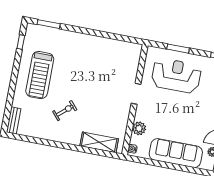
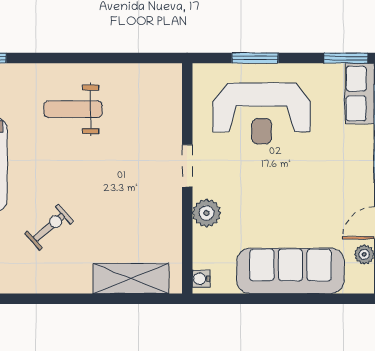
weight bench: (87, 57) -> (73, 109), added
reception desk: (176, 76) -> (262, 114), turned 180
plant: (139, 128) -> (207, 213), moved

